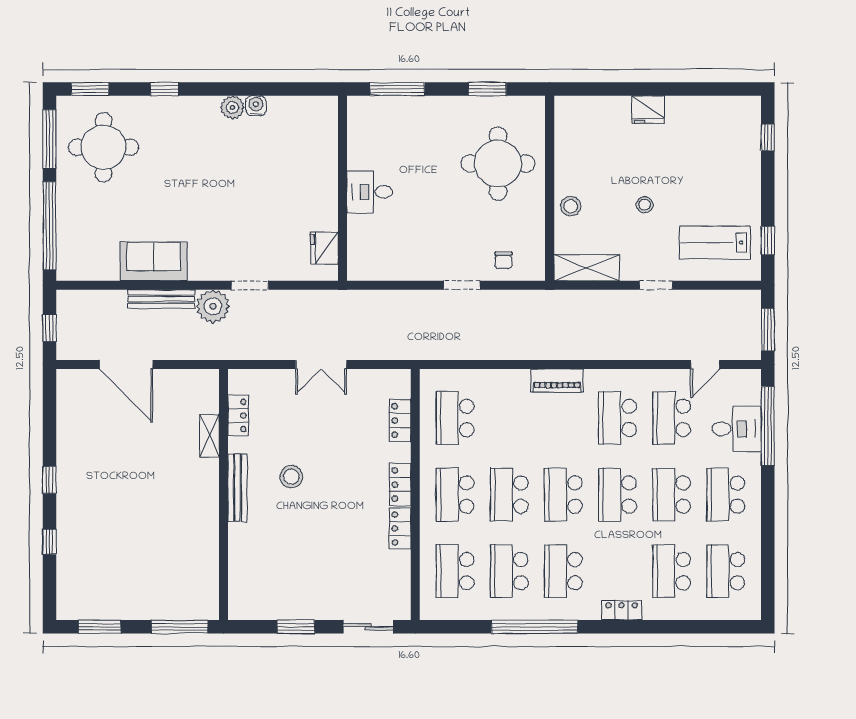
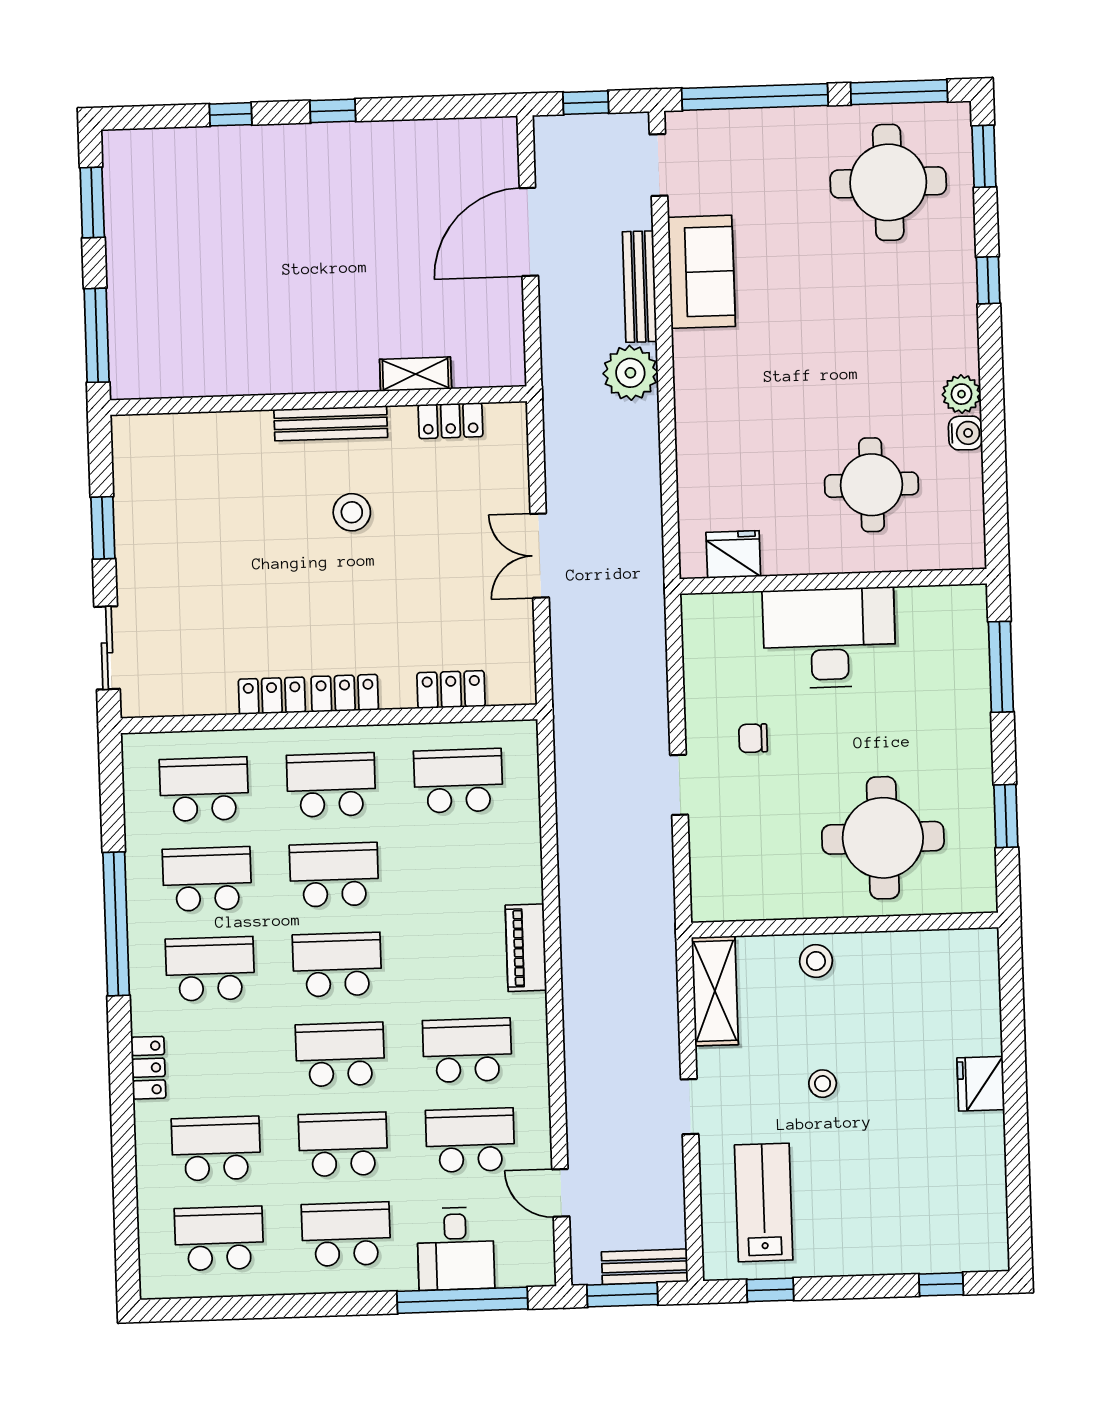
round table: (285, 163) -> (871, 485), added
desk: (370, 192) -> (829, 638), width x1.87, depth x1.30
chair: (504, 260) -> (753, 738), moved
doorway: (250, 285) -> (658, 165), moved
bench: (751, 315) -> (645, 1267), added

